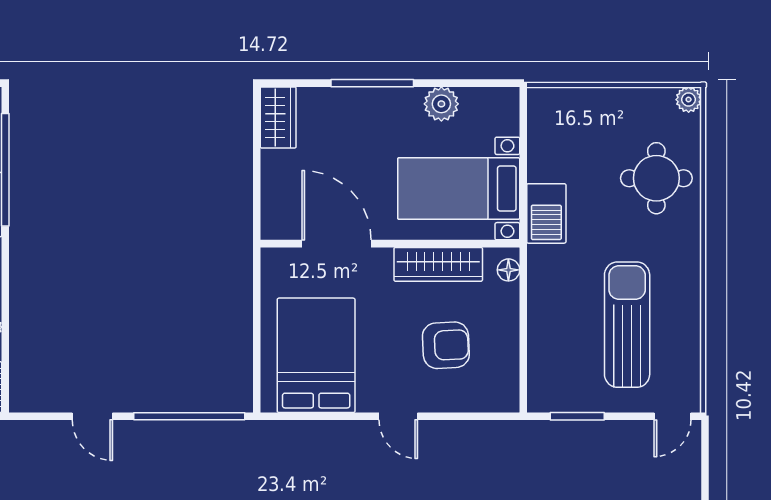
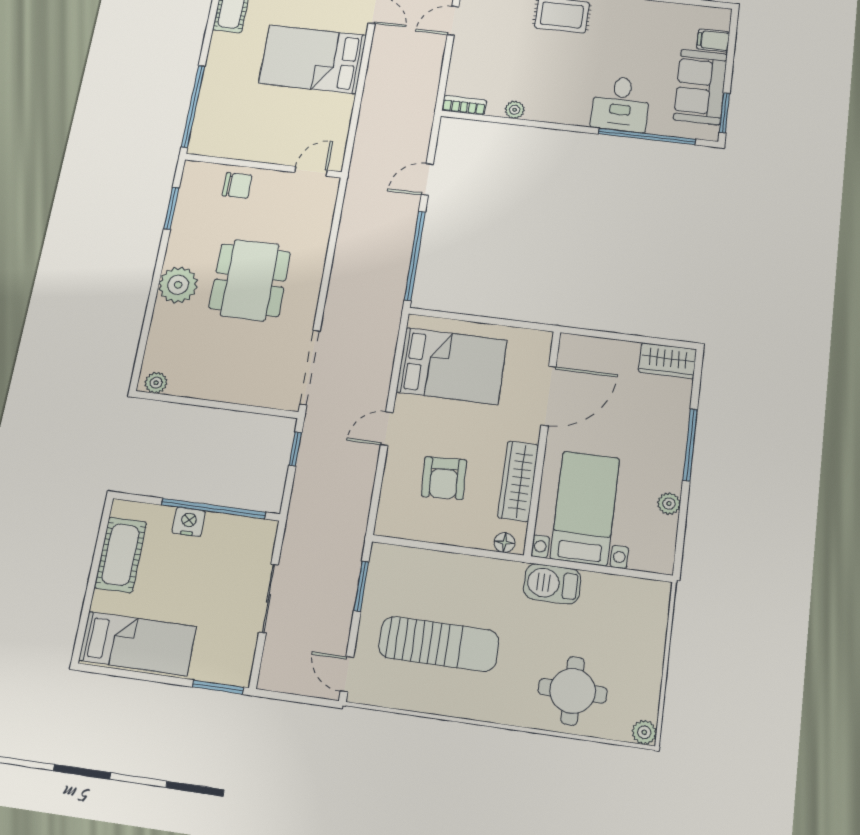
plant: (441, 104) -> (669, 504), width x0.73, depth x0.73

